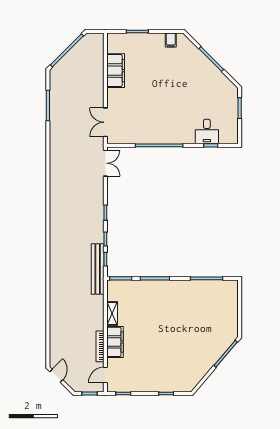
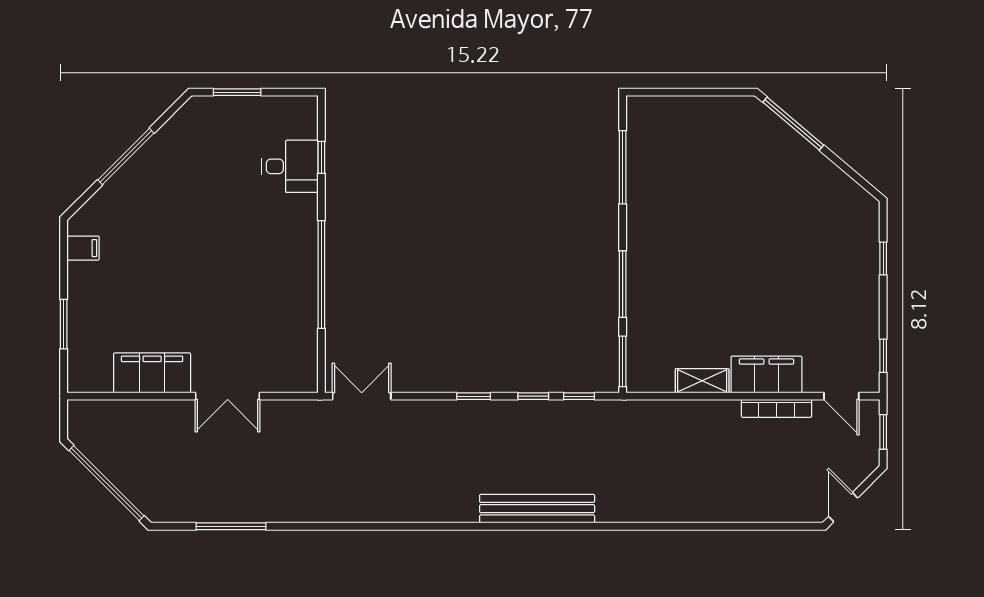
double door: (105, 122) -> (228, 396), moved
bench: (98, 269) -> (537, 509), moved
door: (56, 376) -> (843, 507), hinge flipped

